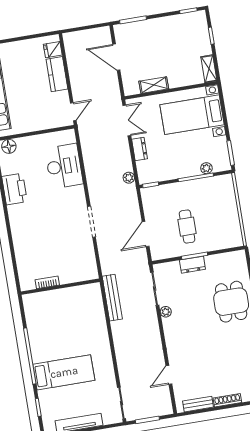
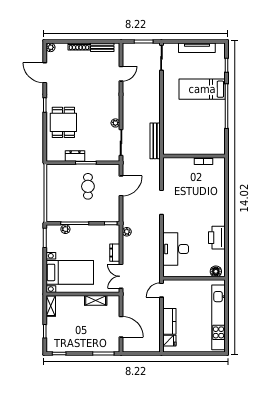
dresser: (192, 265) -> (75, 156), moved

